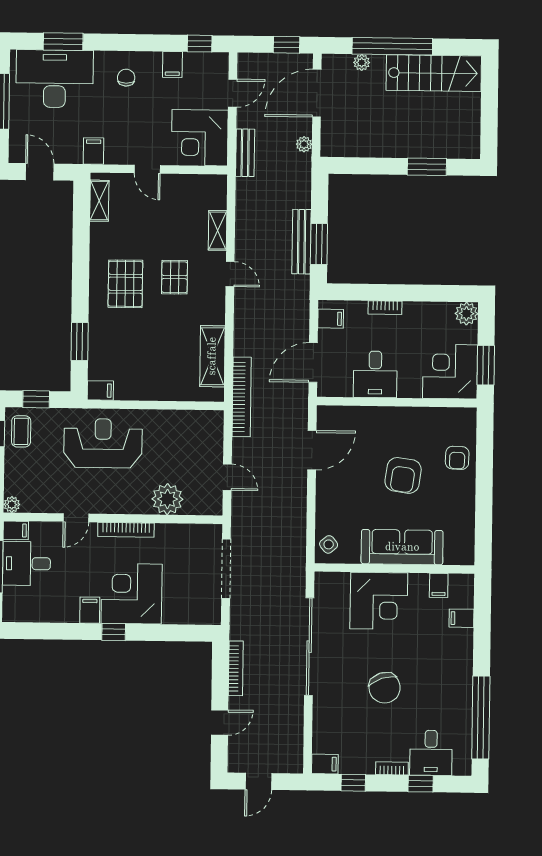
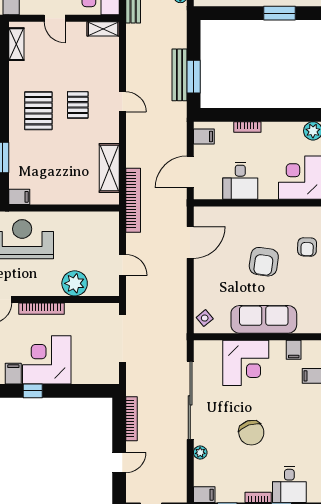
shelving: (218, 230) -> (103, 29), moved, turned 90
plant: (321, 712) -> (200, 453), added

